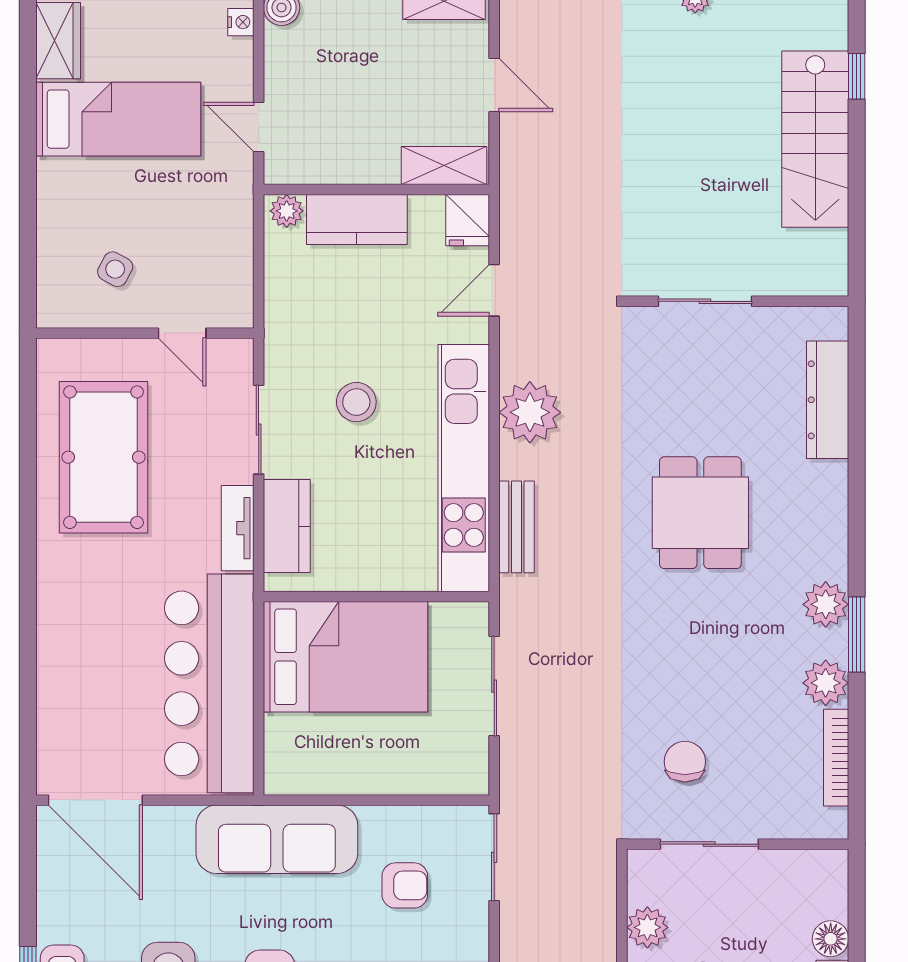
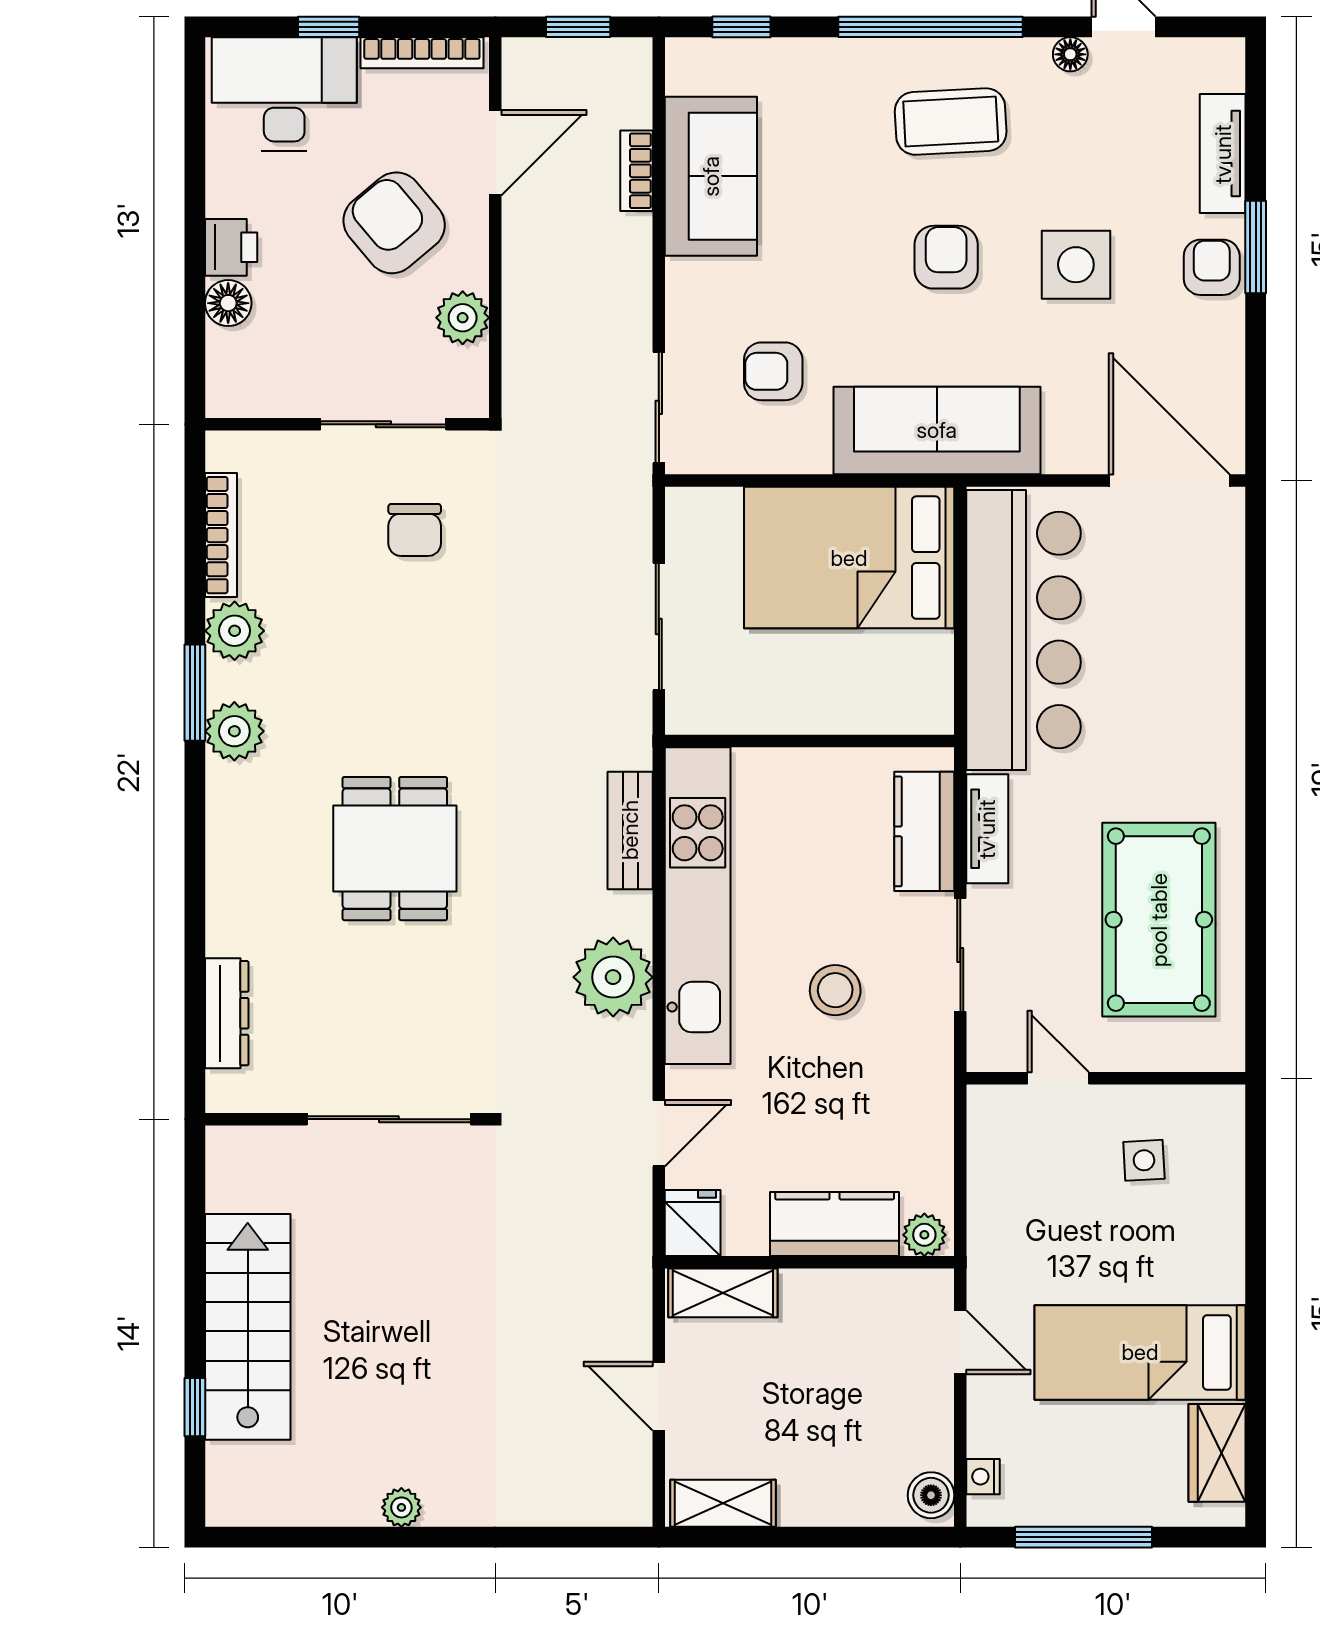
side table: (115, 269) -> (1144, 1160), turned -31
sliding door: (705, 301) -> (389, 1119), width x1.37
dresser: (828, 400) -> (227, 1013), width x0.73, depth x0.80
bed: (345, 657) -> (849, 558), moved

